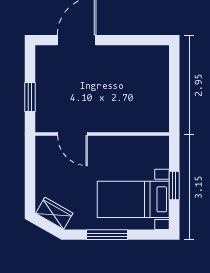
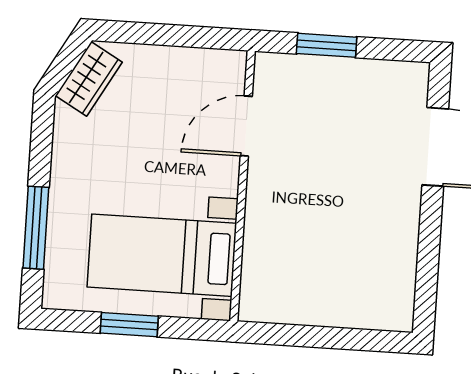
bed with nightstands: (133, 199) -> (162, 255), moved, turned -90
window: (107, 235) -> (36, 228), moved

